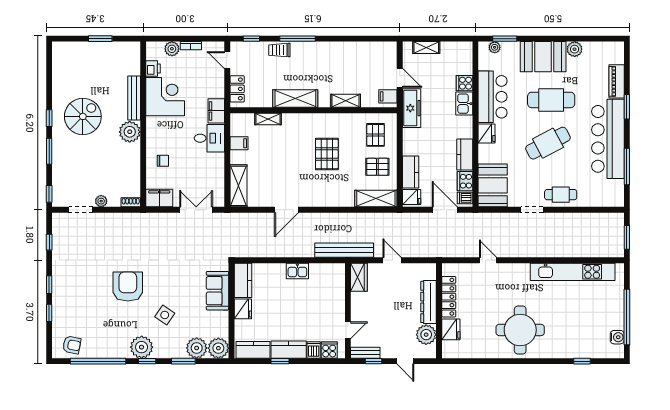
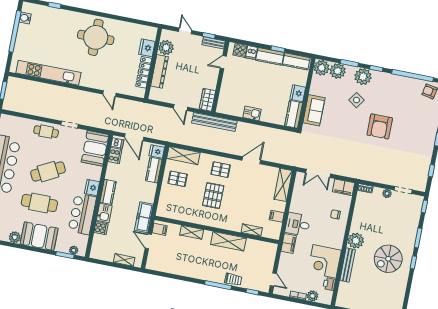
locker: (237, 89) -> (270, 257), removed
pallet: (375, 135) -> (221, 170), moved, turned 90
kitchen counter: (465, 154) -> (108, 192), moved
plant: (142, 347) -> (363, 77), moved

